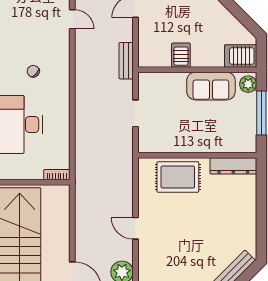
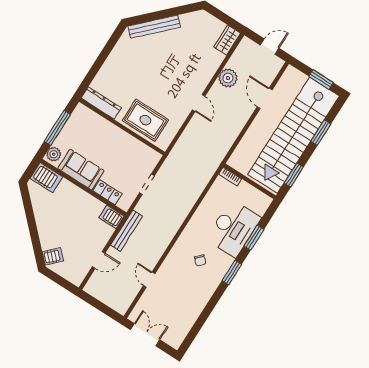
server rack: (181, 55) -> (112, 217), moved, turned 90
bench: (126, 61) -> (127, 231), width x1.36
locker: (170, 80) -> (107, 192), added

